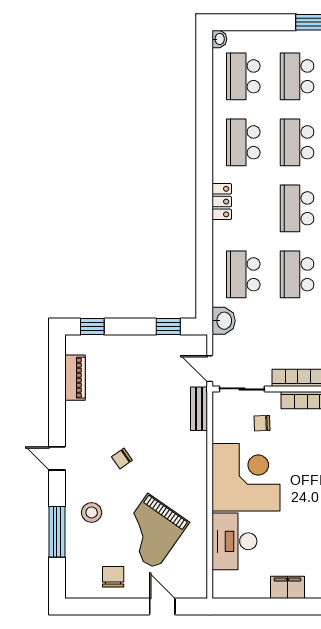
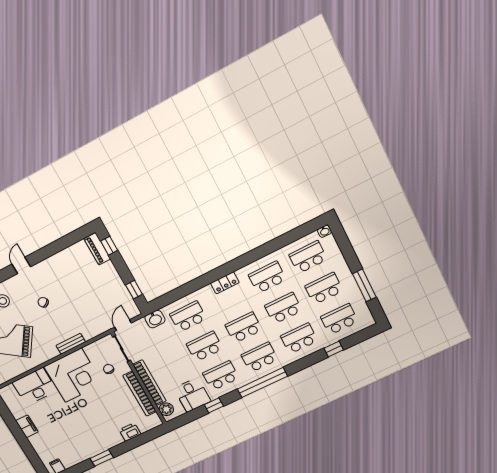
piano: (75, 378) -> (97, 249), moved, turned 90
bench: (199, 409) -> (71, 344), moved

